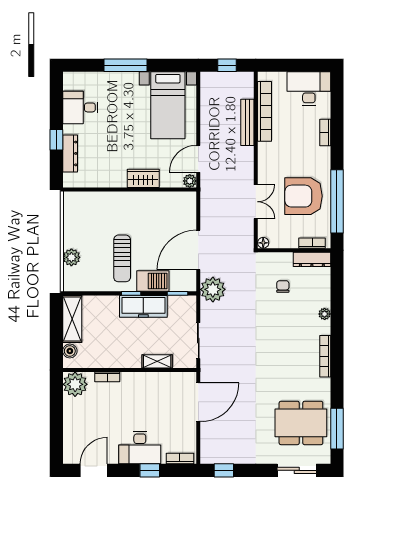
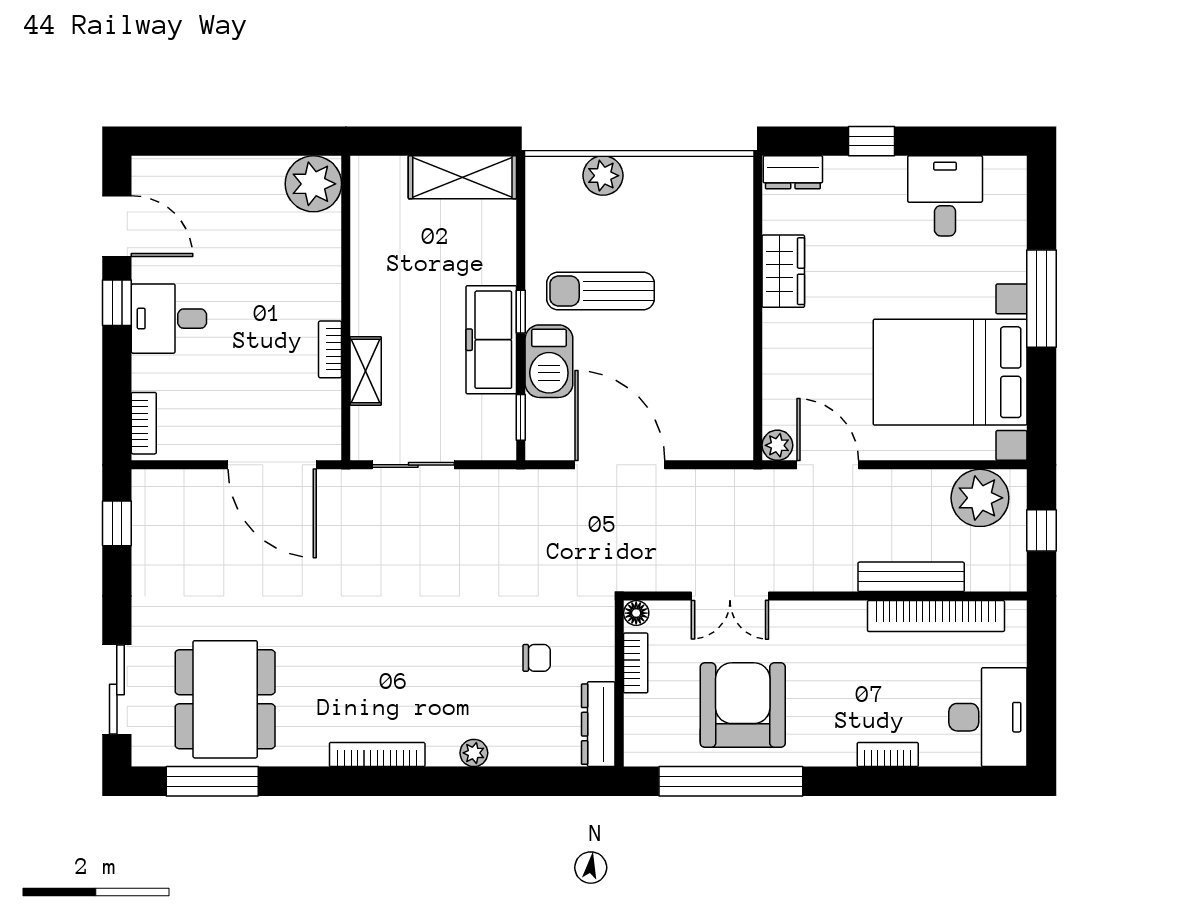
bed with nightstands: (168, 105) -> (950, 372), width x1.36
dresser: (70, 153) -> (793, 172), moved, width x0.70
wardrobe: (143, 178) -> (783, 271), moved
bookcase: (312, 243) -> (636, 663), moved
plant: (213, 289) -> (980, 498), moved
boiler: (70, 351) -> (389, 172), removed
bookcase: (107, 377) -> (330, 349), moved
desk: (140, 448) -> (169, 319), width x0.73
window: (150, 470) -> (117, 303), moved

